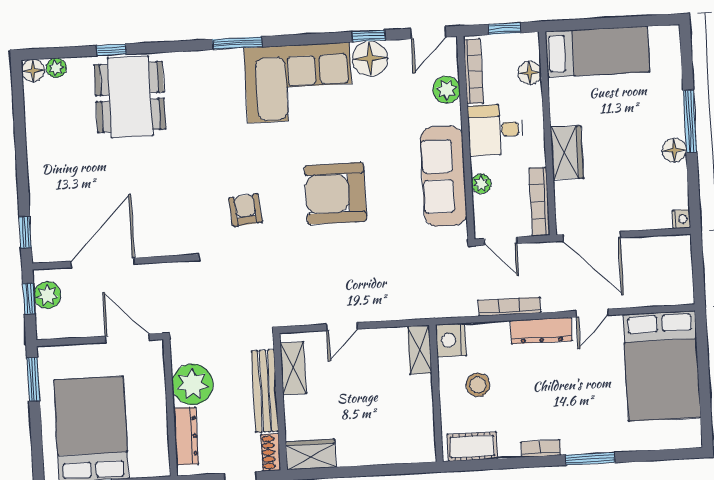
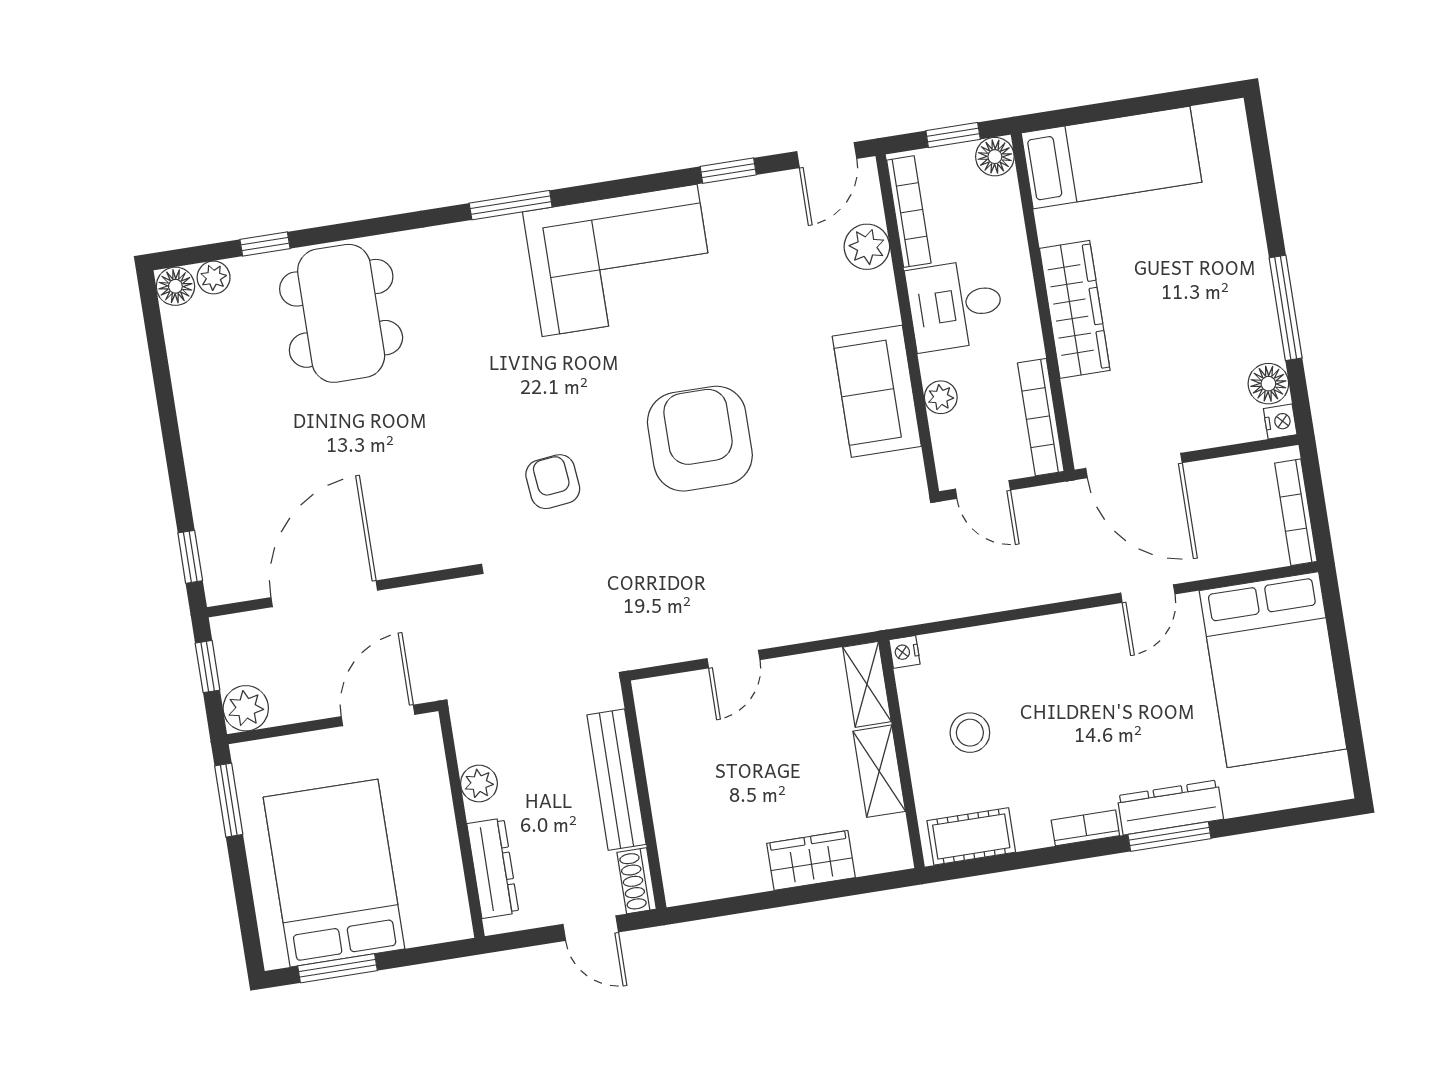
window: (112, 50) -> (265, 244), moved
floor lamp: (370, 59) -> (734, 208), removed
floor lamp: (530, 73) -> (995, 157), moved
window: (690, 121) -> (1286, 308), moved
floor lamp: (674, 150) -> (1268, 384), moved
wardrobe: (567, 153) -> (1075, 309), width x1.50
sofa: (443, 176) -> (877, 391), width x0.73
armchair: (335, 193) -> (700, 439), turned 90
plant: (47, 295) -> (246, 708), moved
bookcase: (509, 306) -> (1296, 512), moved, turned -90
dresser: (541, 331) -> (1170, 808), moved, turned 180
door: (127, 338) -> (378, 715), hinge flipped
nightstand: (451, 340) -> (905, 652), width x0.53, depth x0.56
shelving: (293, 368) -> (879, 771), moved
plant: (193, 384) -> (479, 784), width x0.53, depth x0.53
wardrobe: (311, 454) -> (811, 860), moved

